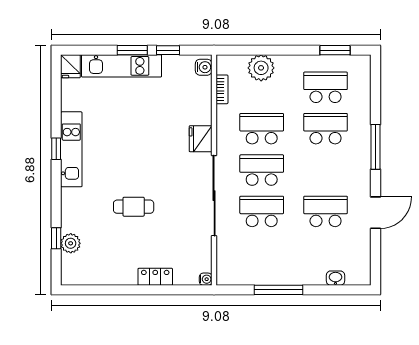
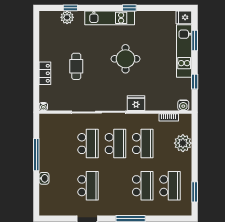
window: (132, 50) -> (195, 40), moved
kitchen unit: (71, 149) -> (110, 18), moved
round table: (133, 155) -> (125, 59), added
cafe table: (134, 207) -> (76, 66), moved
washbasin: (335, 278) -> (44, 178), moved

